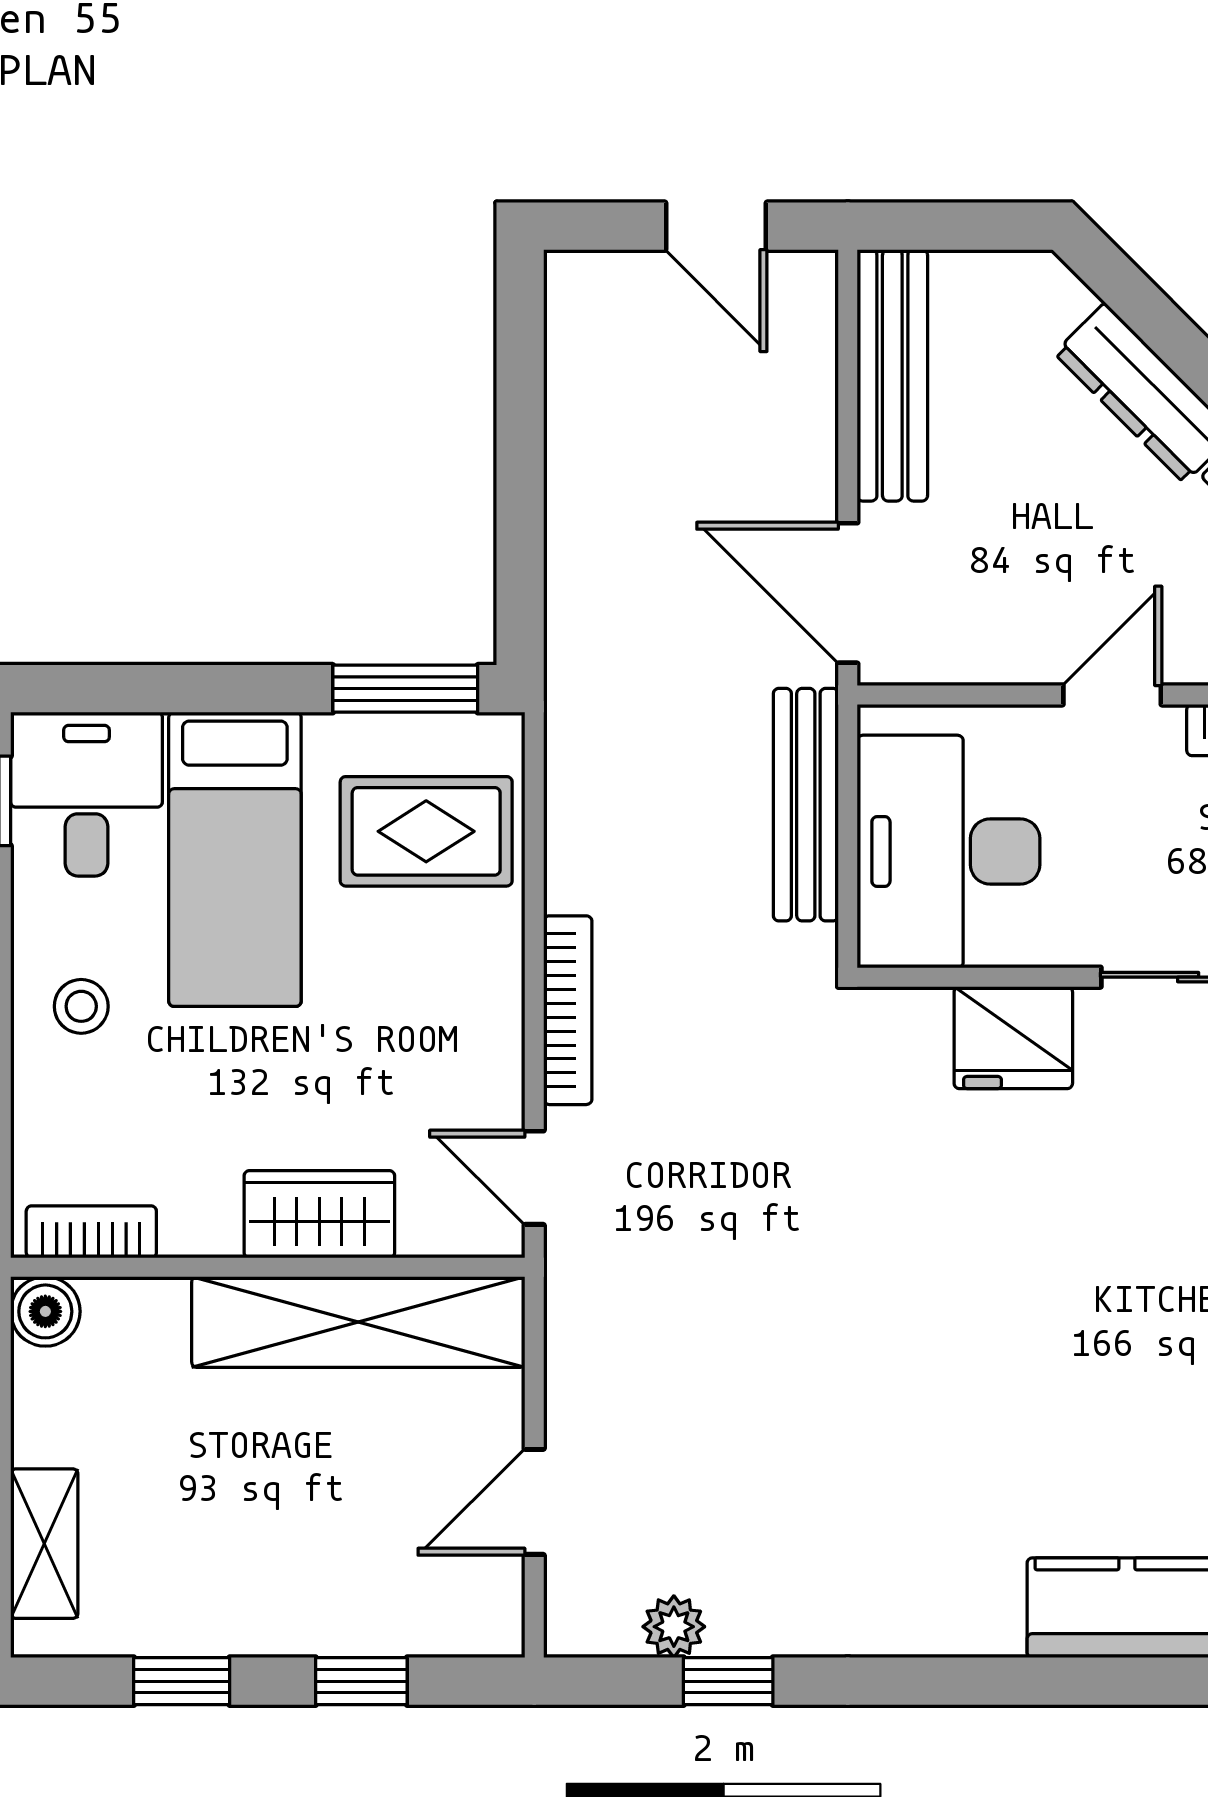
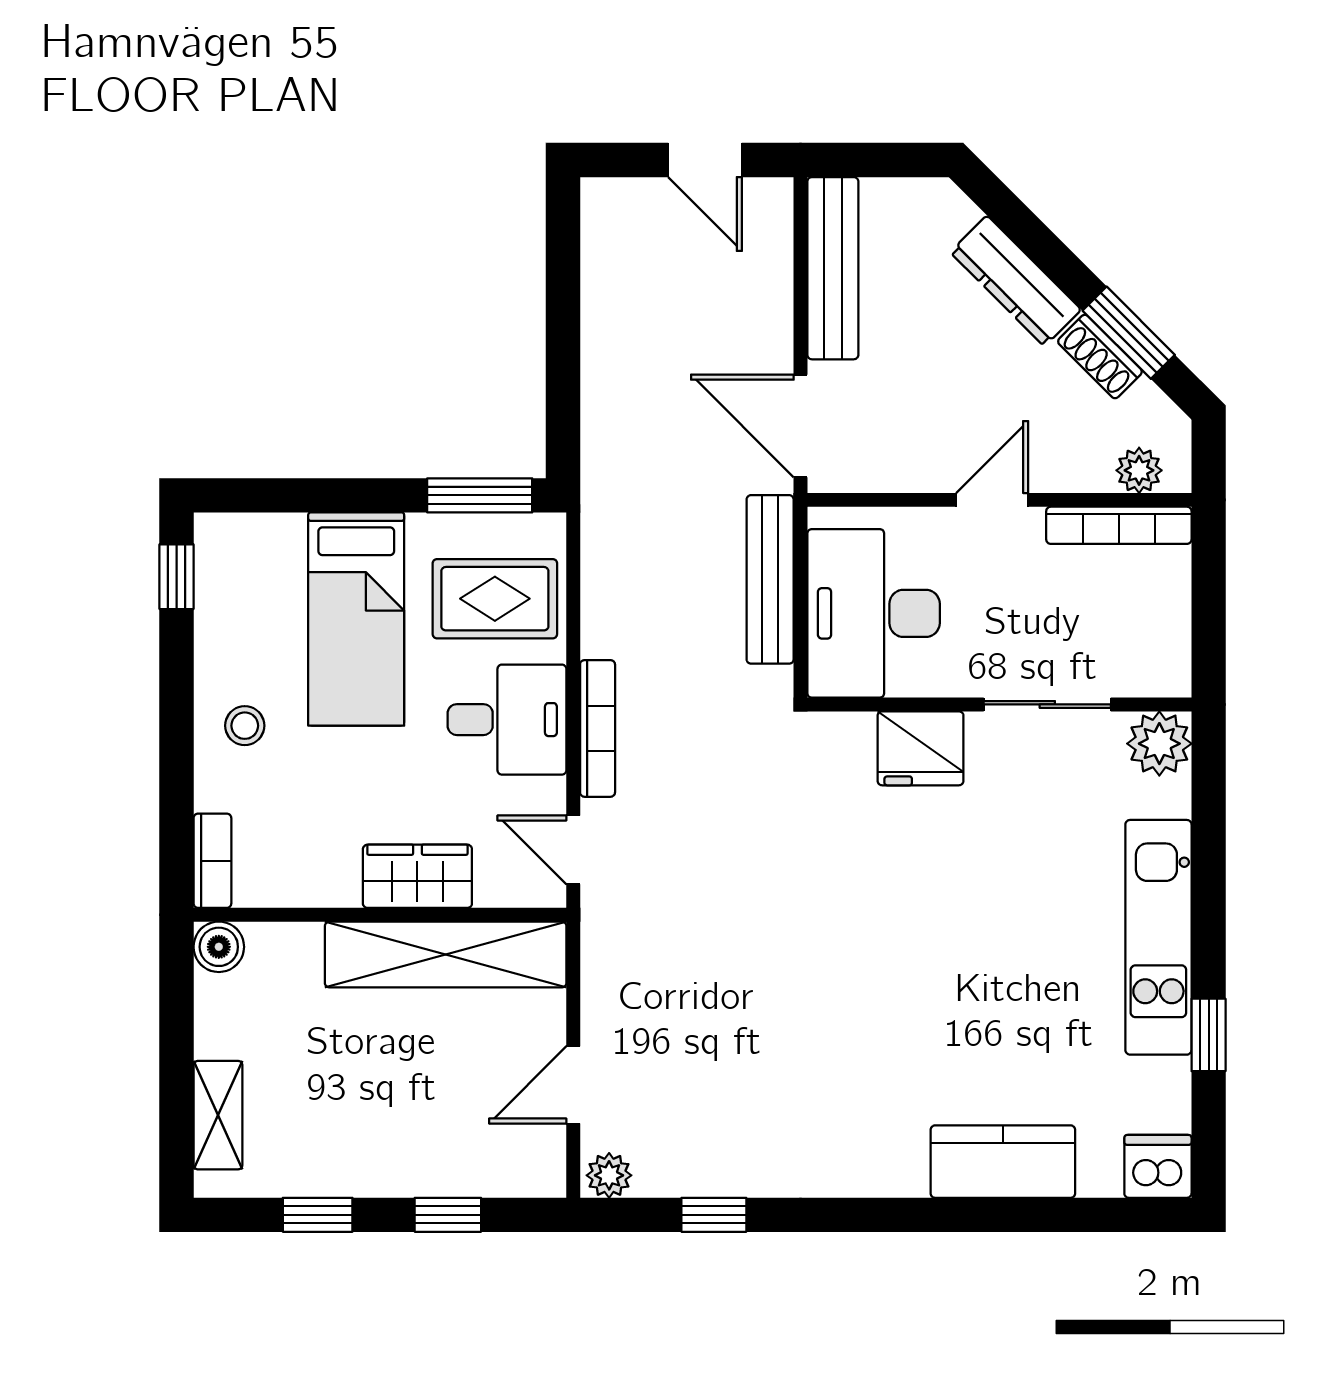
desk: (87, 794) -> (507, 720), moved, turned 90
bookcase: (91, 1232) -> (212, 861), moved, turned 90
plant: (674, 1627) -> (609, 1175), moved

